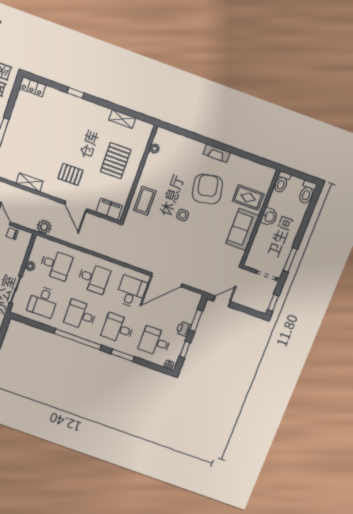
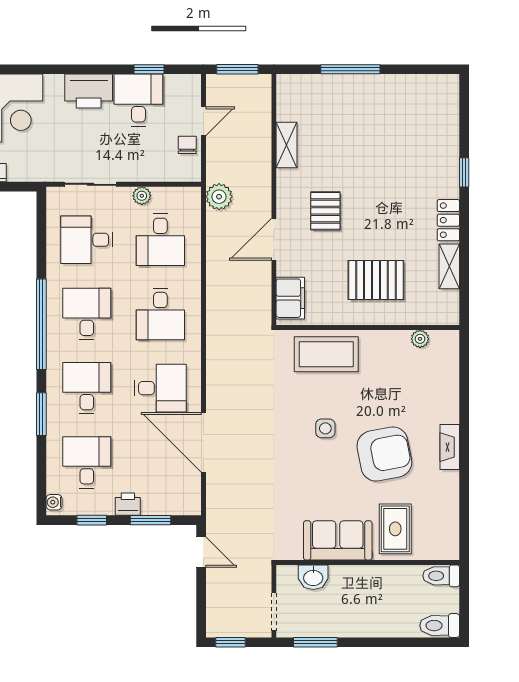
locker: (32, 87) -> (448, 220), moved
coffee table: (145, 201) -> (326, 354), width x1.36, depth x1.32
washbasin: (269, 217) -> (313, 577), moved

